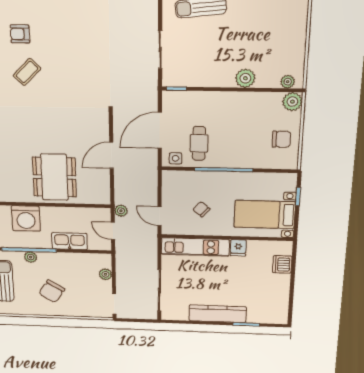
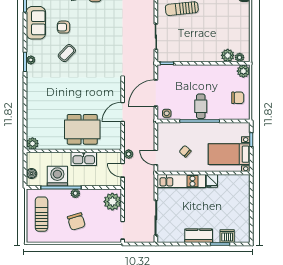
plant: (245, 78) -> (228, 55), moved
cafe table: (199, 143) -> (201, 106), moved
dining table: (54, 177) -> (82, 129), turned 90
washing machine: (26, 218) -> (57, 176), moved, turned 180
kitchen sink: (70, 241) -> (84, 159), moved, turned 180
plant: (31, 257) -> (75, 193), moved
dishwasher: (282, 264) -> (227, 236), moved, turned 90
plant: (105, 274) -> (112, 202), width x1.87, depth x1.87
chair: (52, 291) -> (76, 222), turned -49
kitchen counter: (217, 314) -> (199, 236), width x0.67

